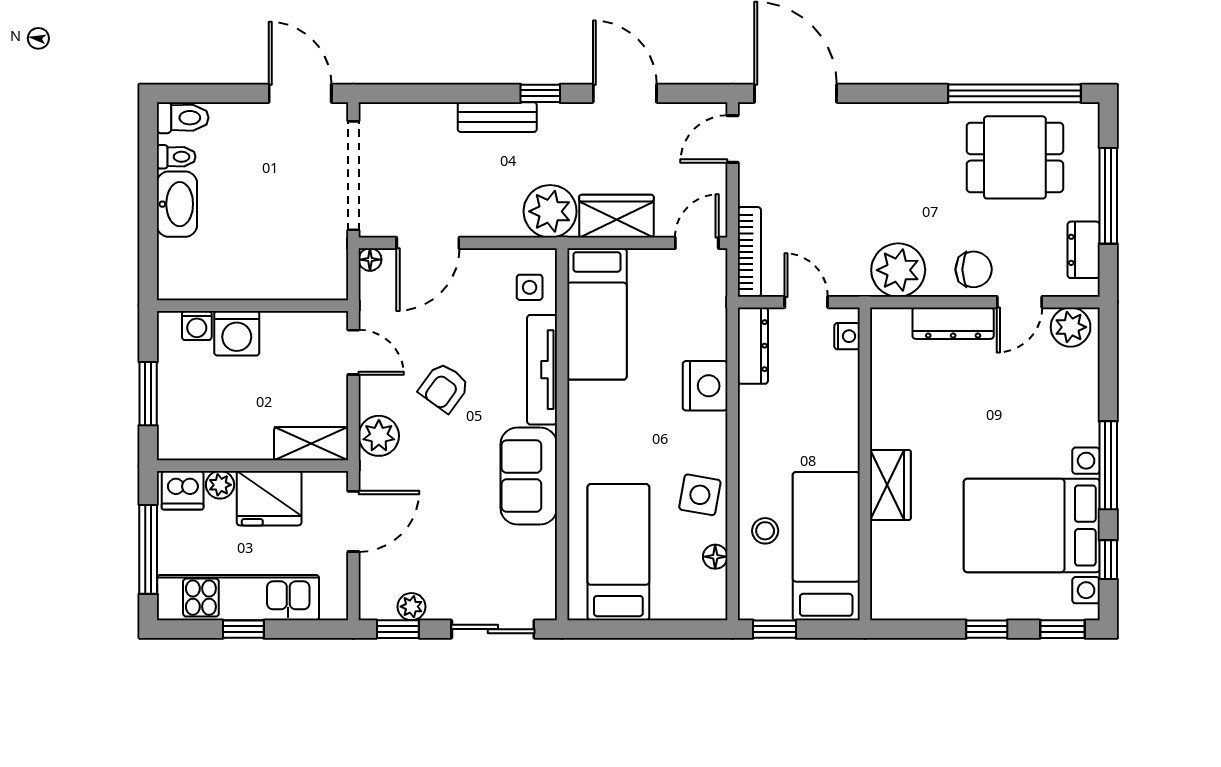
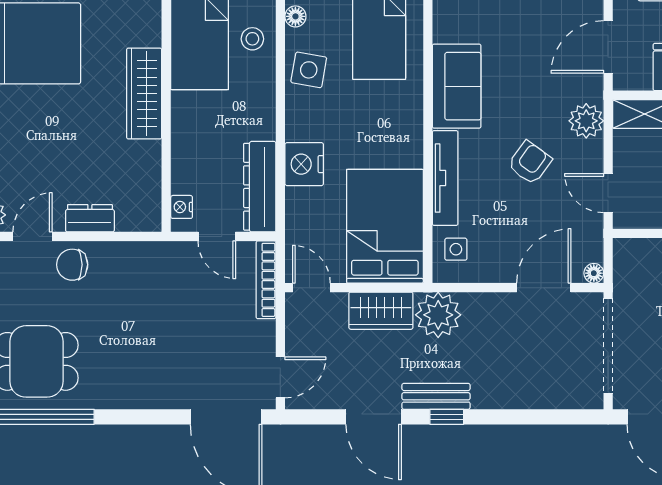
bench: (497, 117) -> (436, 396), moved
door: (697, 243) -> (311, 288), swing flipped
plant: (898, 270) -> (137, 264), removed
bed: (597, 314) -> (385, 226), width x1.50
dresser: (953, 323) -> (90, 218), width x0.70
dresser: (753, 346) -> (260, 187), width x1.37, depth x1.24
wardrobe: (890, 485) -> (144, 94), width x1.50

